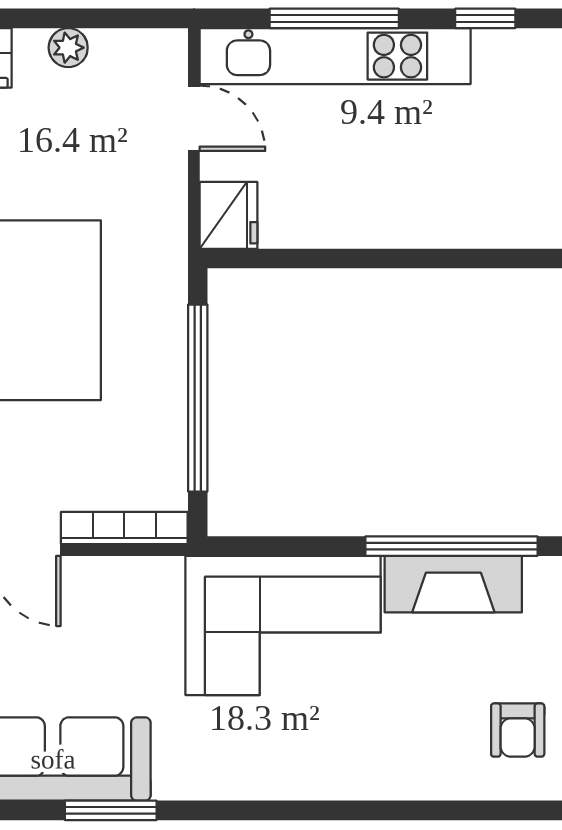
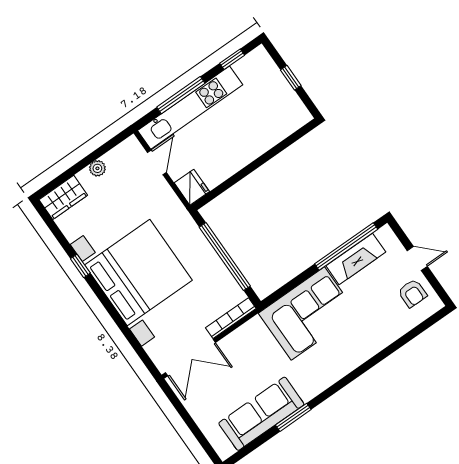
door: (194, 118) -> (157, 162), hinge flipped

